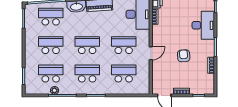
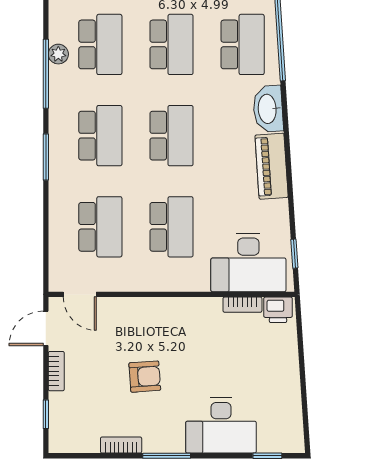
door: (151, 53) -> (80, 294), moved

